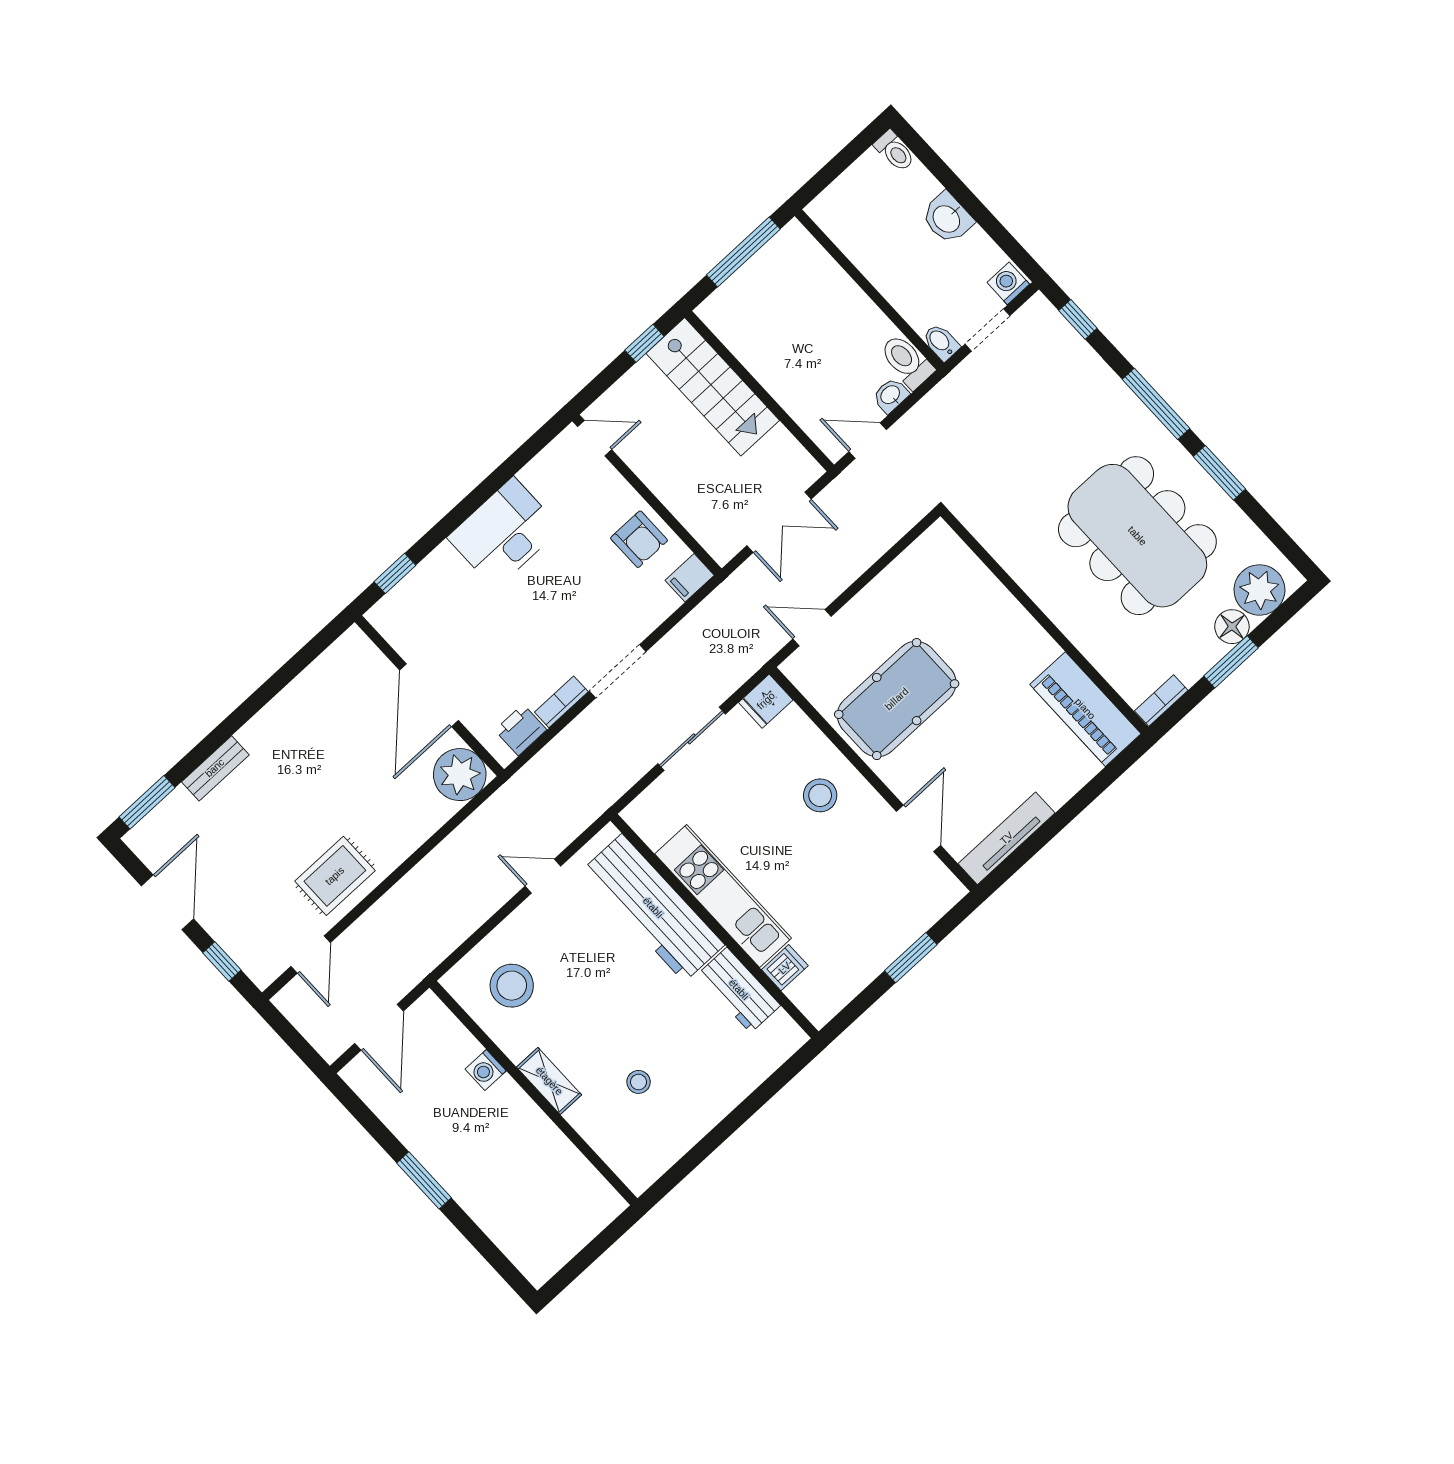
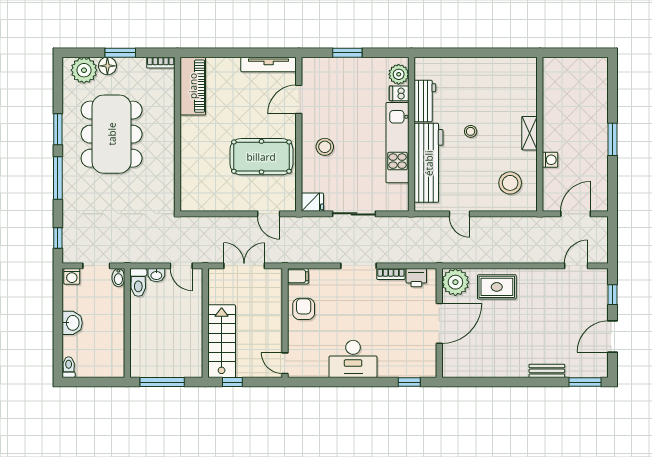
rug: (335, 876) -> (497, 287), moved
plant: (810, 994) -> (399, 74), added
stool: (639, 1082) -> (471, 131), moved

